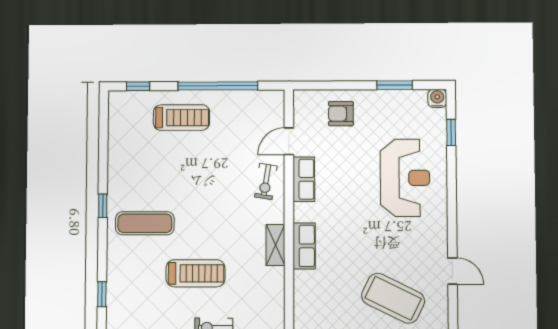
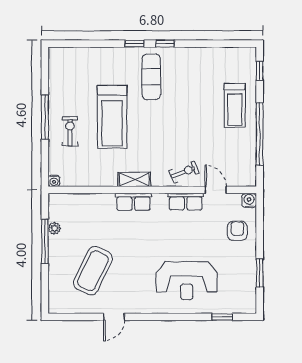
water cooler: (437, 98) -> (249, 201), moved, turned -90
exercise bike: (266, 182) -> (184, 172), turned 149
treadmill: (195, 273) -> (112, 117), width x1.37, depth x1.38
window: (102, 294) -> (134, 44), moved

